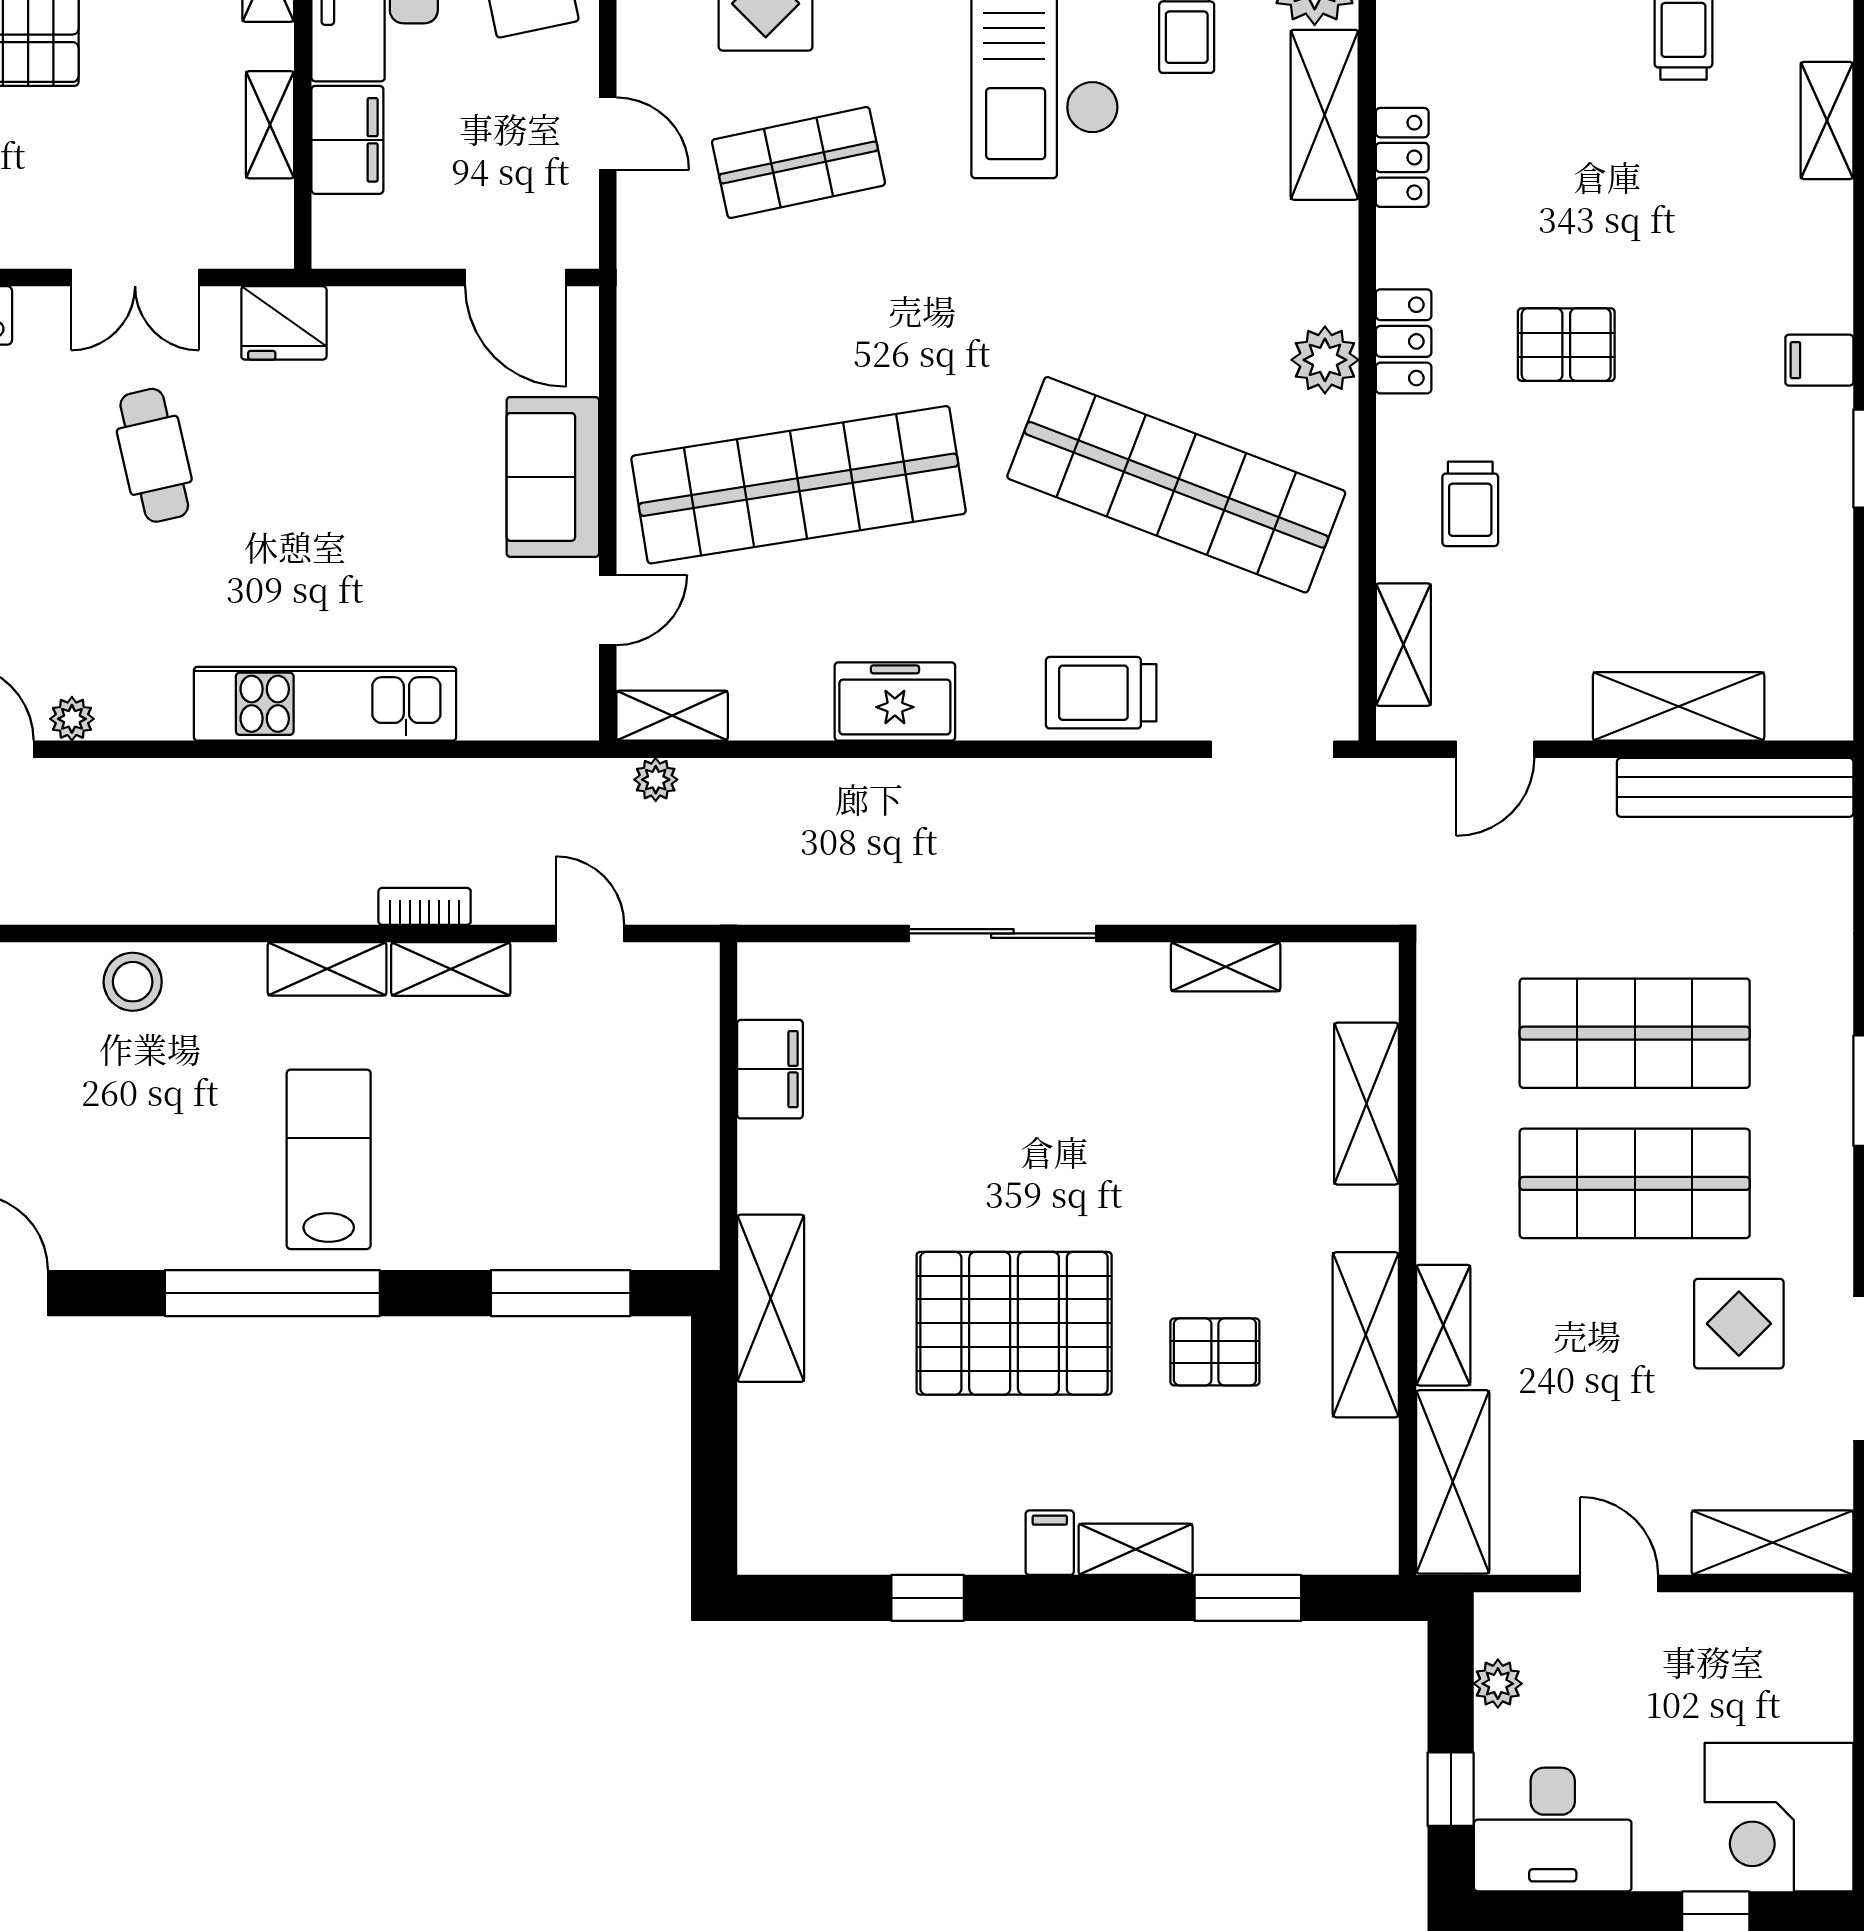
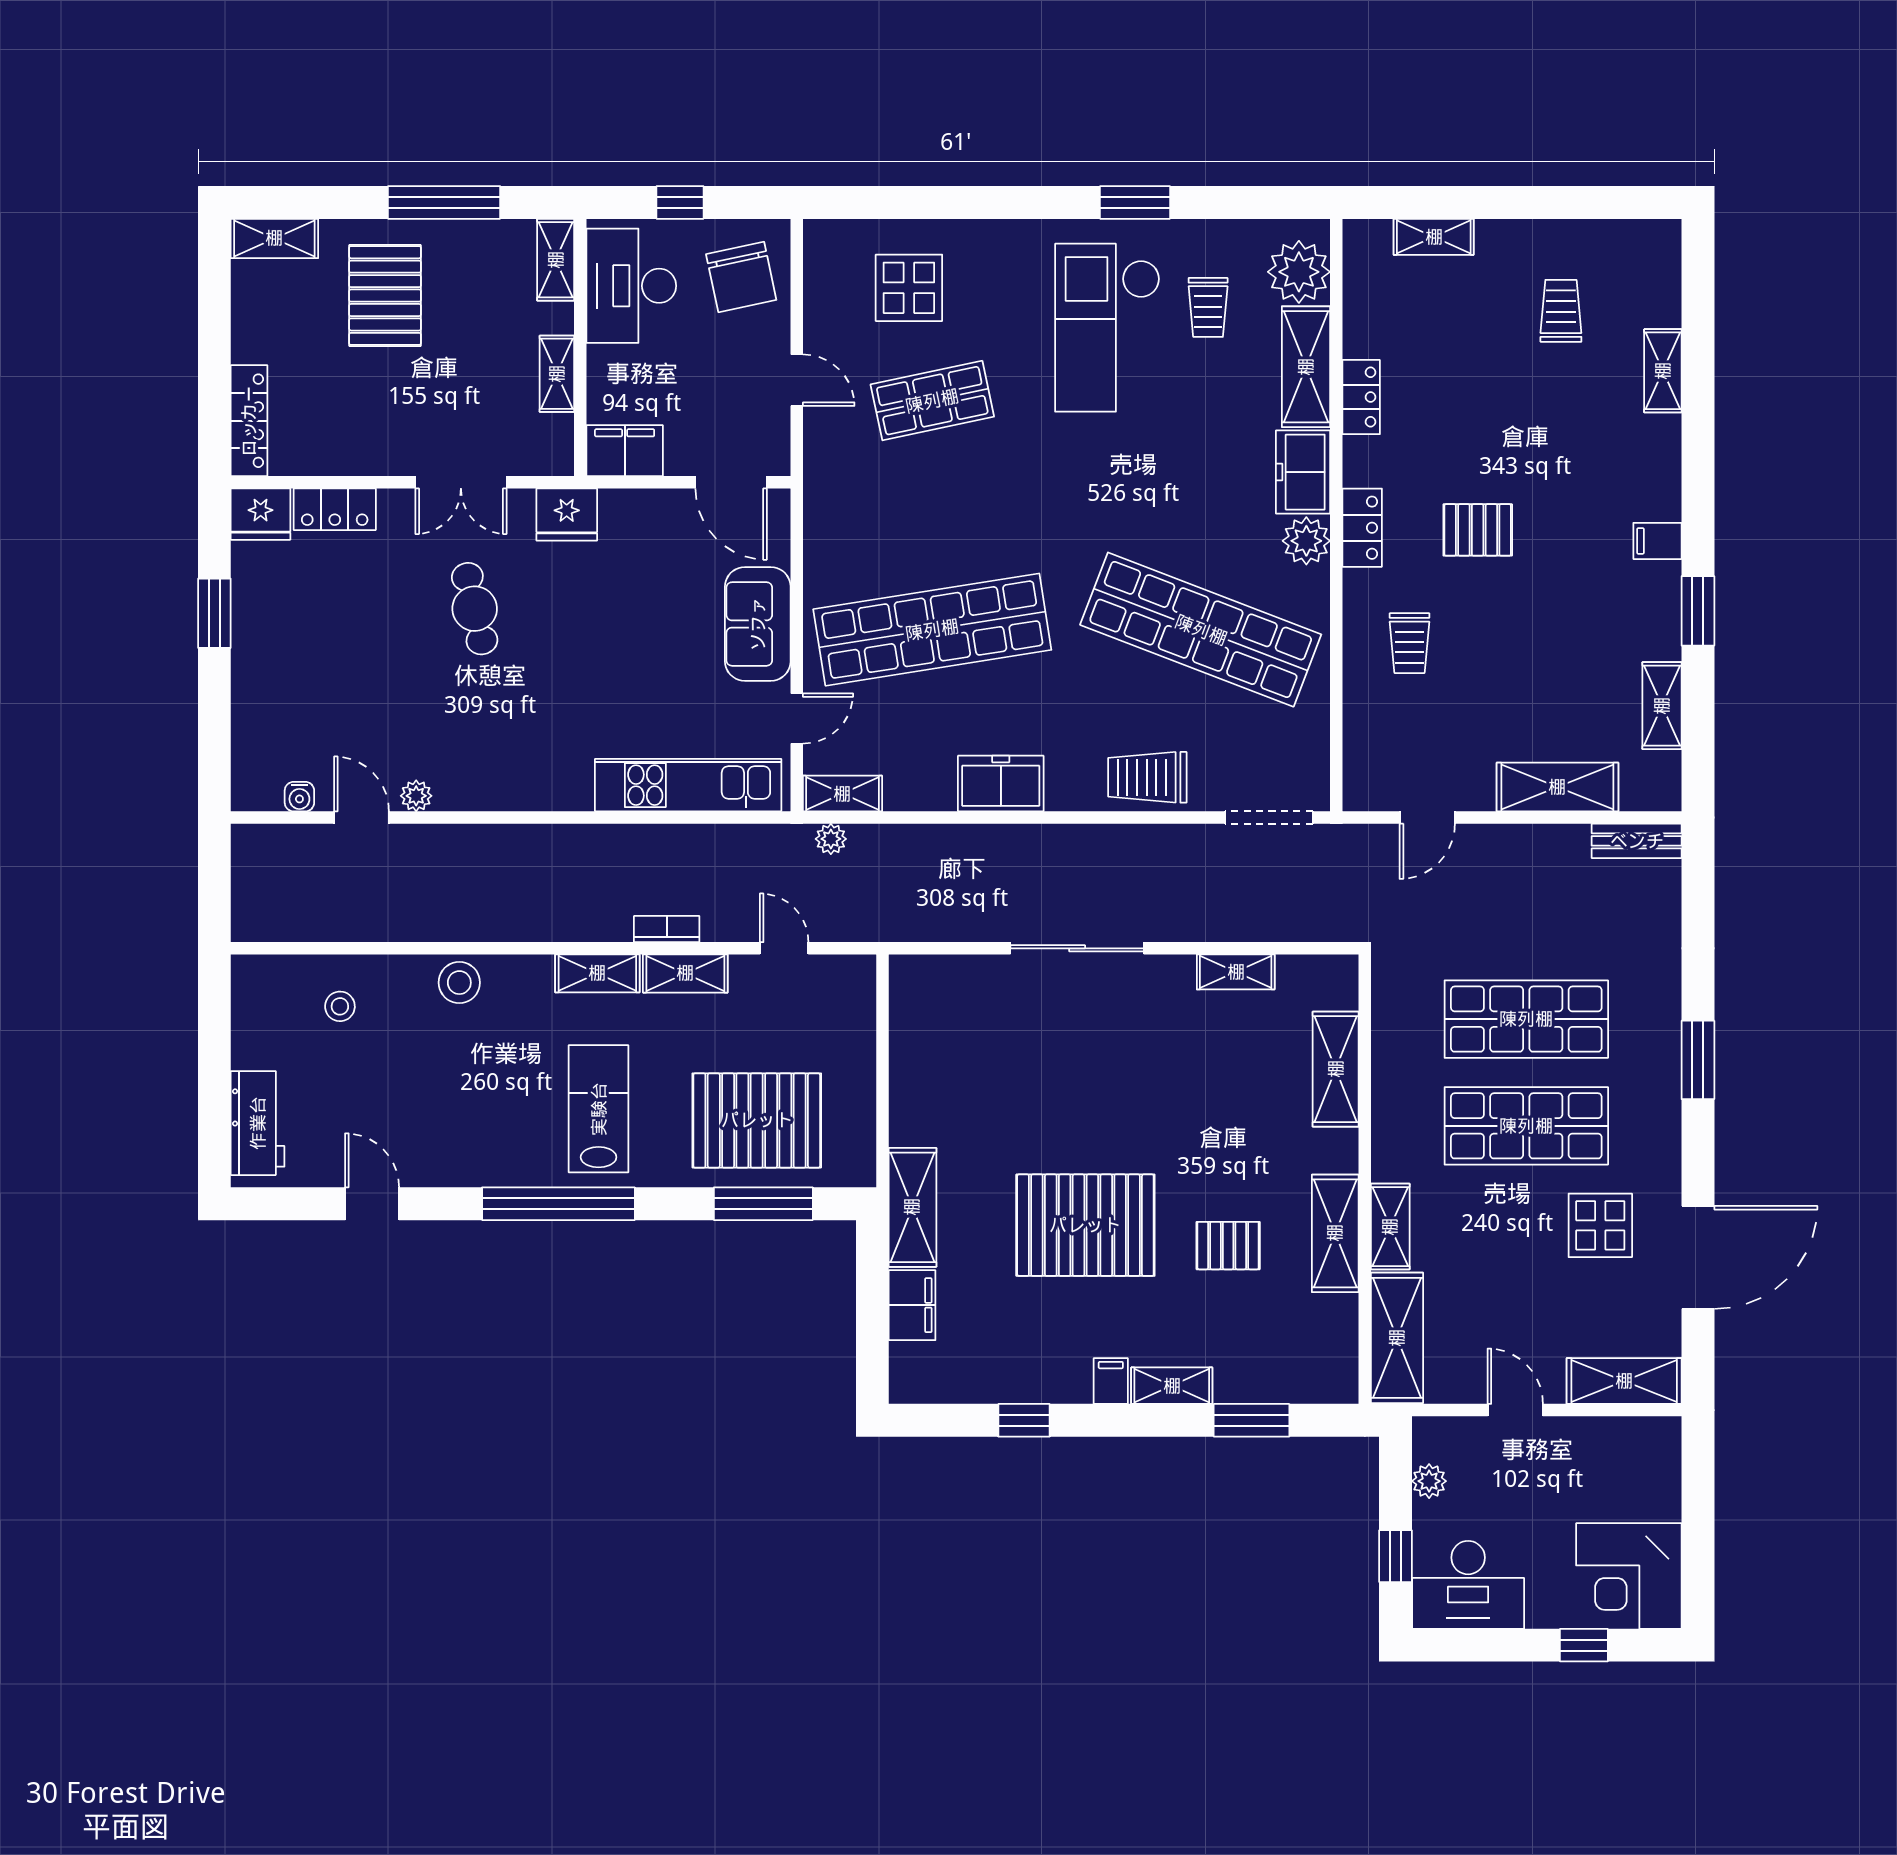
filing cabinet: (347, 140) -> (625, 451), moved, turned -90
freezer: (1320, 263) -> (1303, 472), added
shelving: (1403, 645) -> (1662, 706), moved
kitchen unit: (325, 704) -> (688, 785), moved
bench: (1735, 787) -> (1637, 841), width x0.54, depth x0.82
filing cabinet: (770, 1069) -> (912, 1305), moved
pallet: (551, 1176) -> (757, 1120), added

